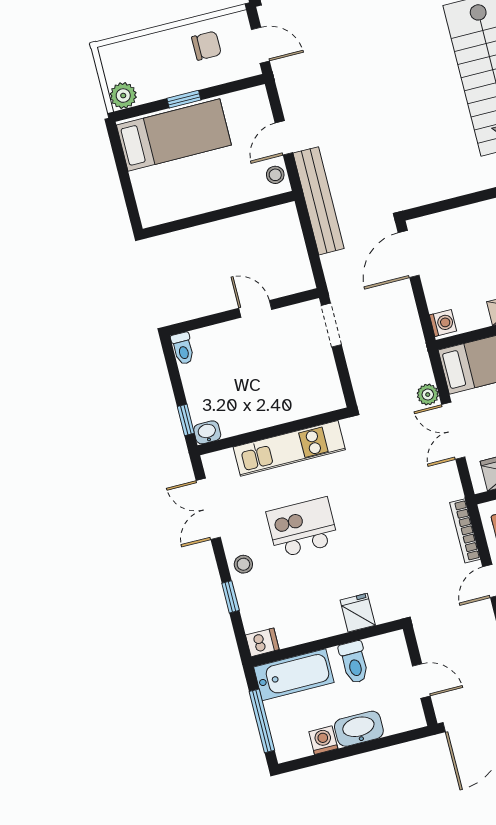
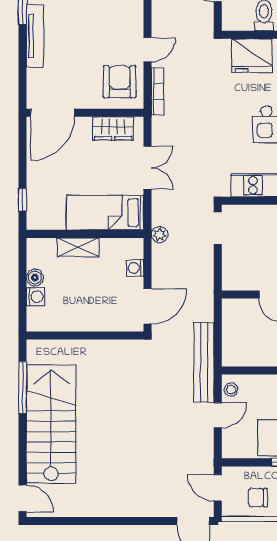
washing machine: (443, 323) -> (135, 268), moved
doorway: (331, 325) -> (218, 228), moved
plant: (428, 395) -> (160, 235), moved
fridge: (358, 613) -> (252, 56), width x1.88, depth x1.34

